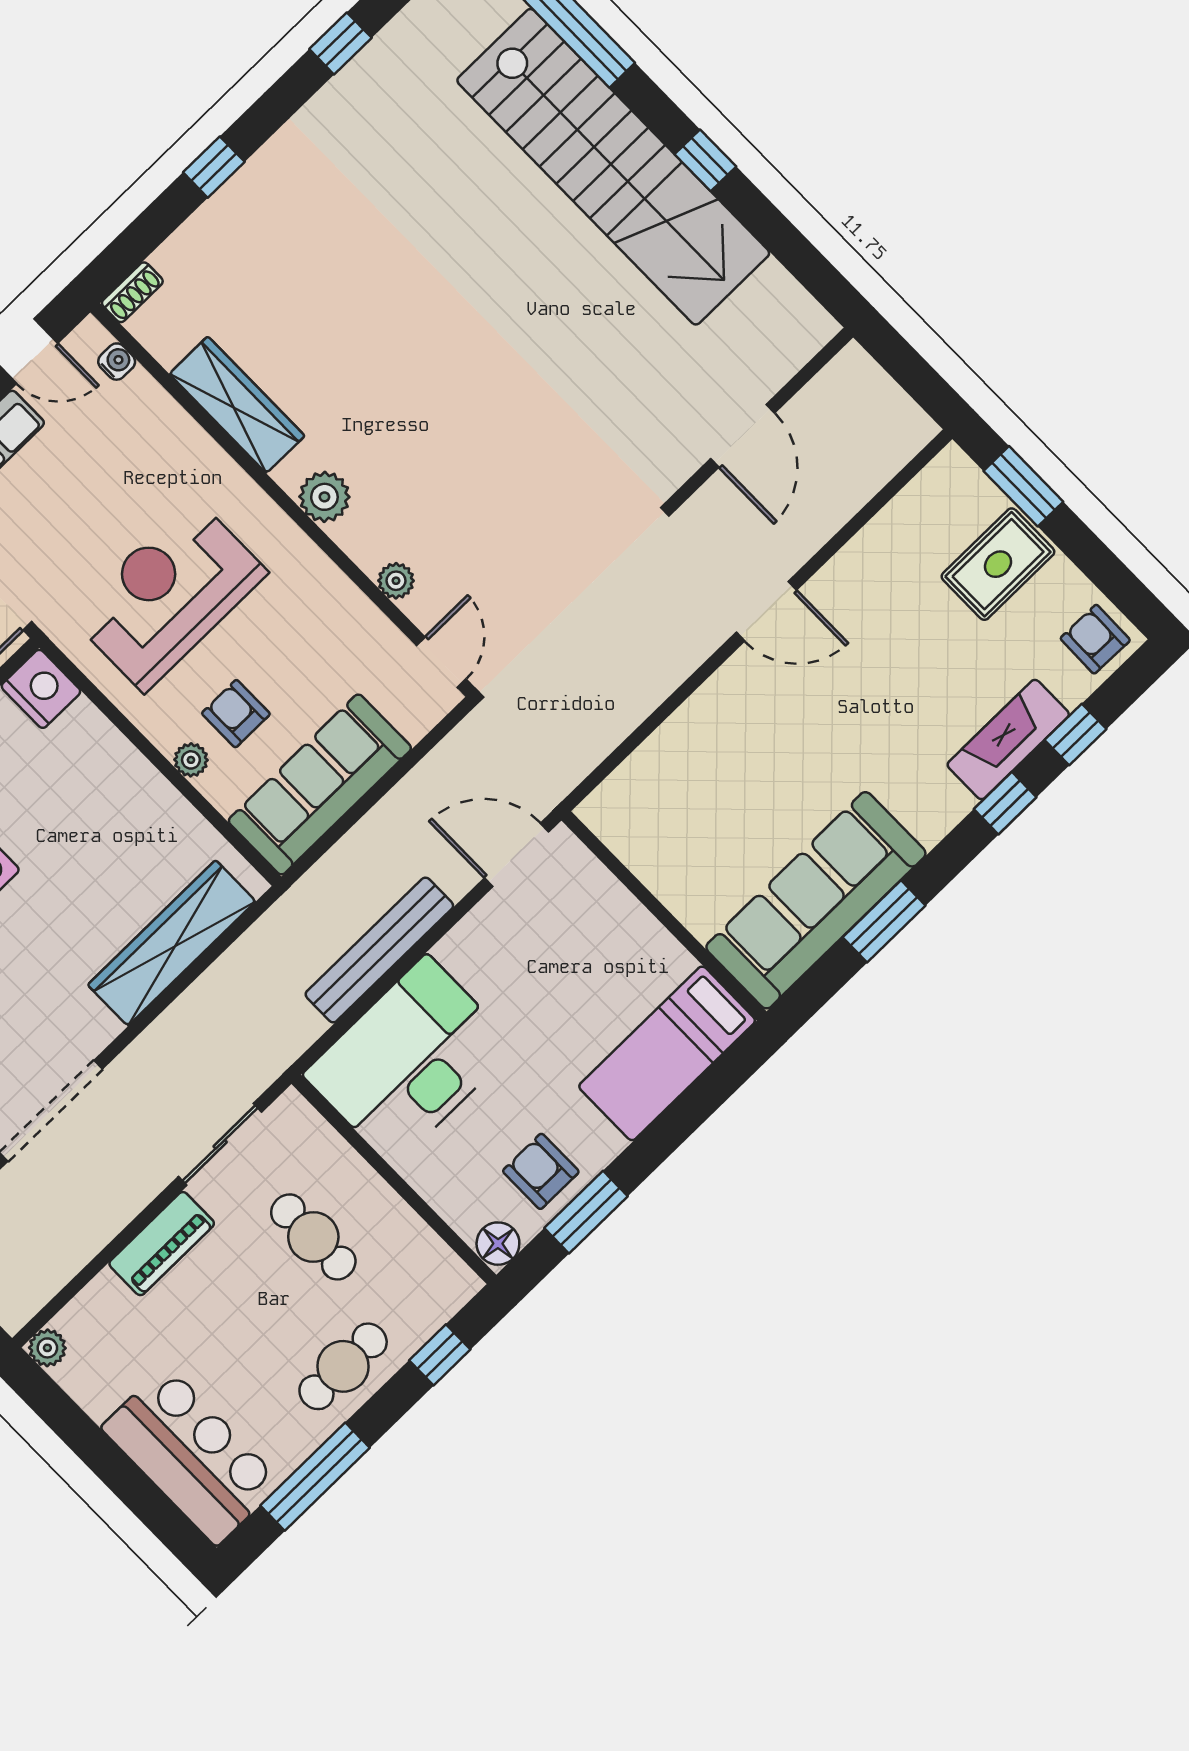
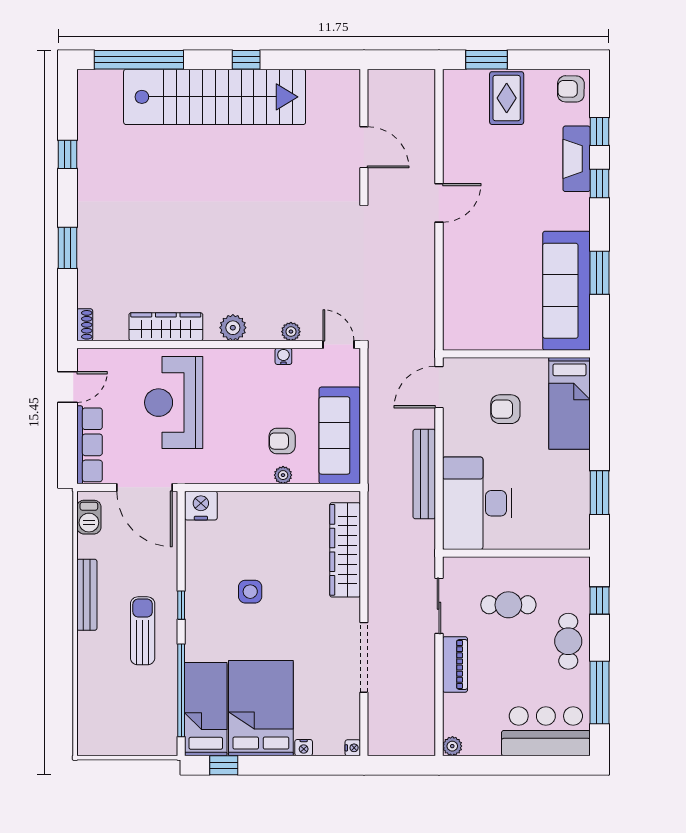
window: (214, 167) -> (67, 248), width x1.50
water cooler: (117, 362) -> (283, 356), moved
reception desk: (169, 594) -> (174, 403), moved
armchair: (541, 1171) -> (505, 409), moved
floor lamp: (498, 1244) -> (579, 537), removed

